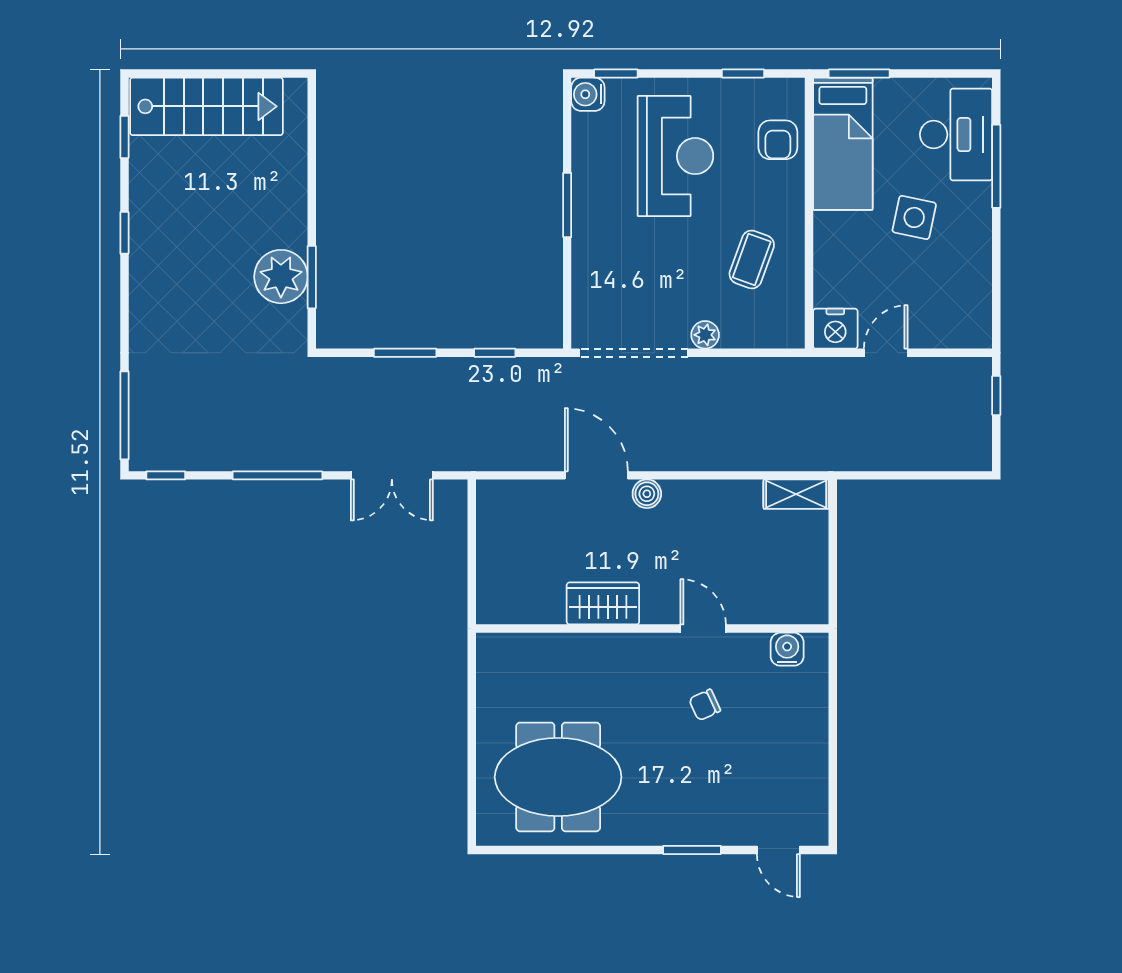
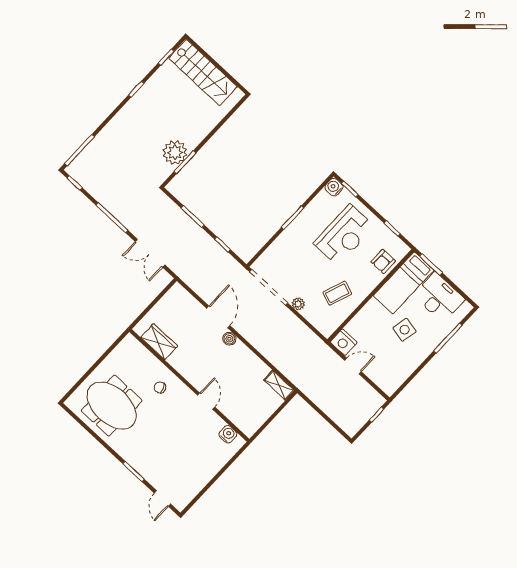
desk: (956, 135) -> (439, 297), moved, turned -90
wardrobe: (603, 603) -> (159, 342), moved
chair: (705, 705) -> (160, 387), moved

